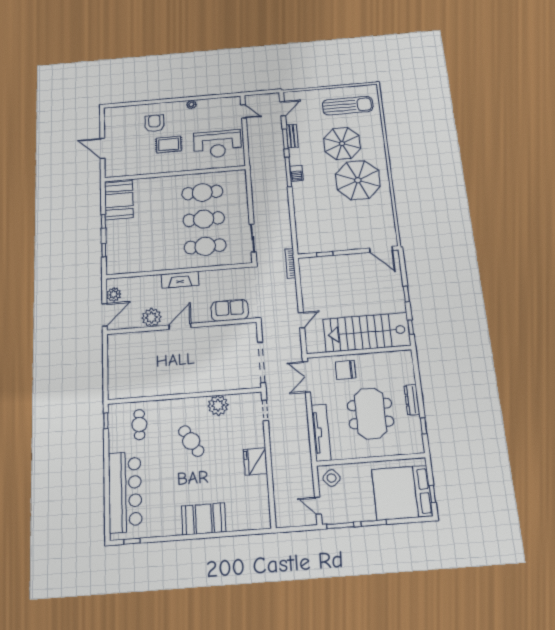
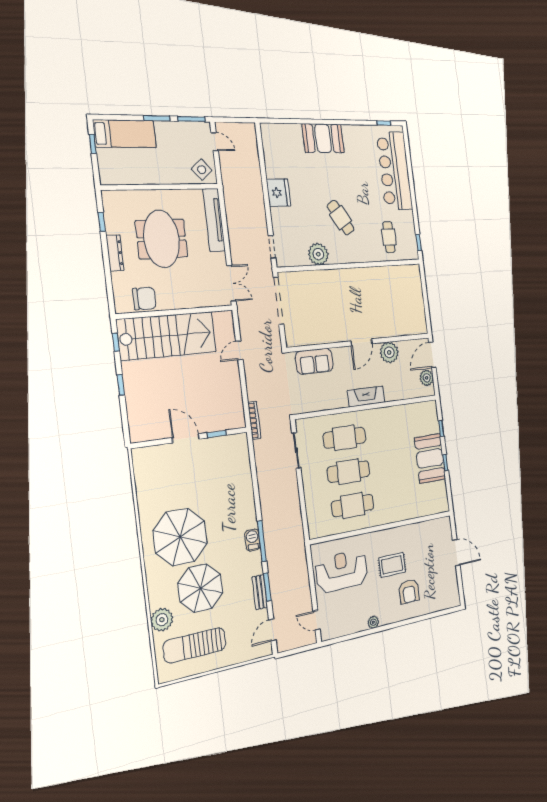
plant: (374, 125) -> (162, 620), added
booth: (119, 200) -> (430, 458), moved
door: (381, 249) -> (186, 438), moved
chair: (345, 370) -> (144, 299), moved
bed: (402, 493) -> (125, 134), width x0.49

